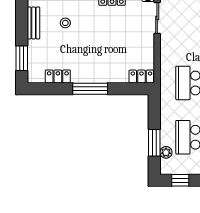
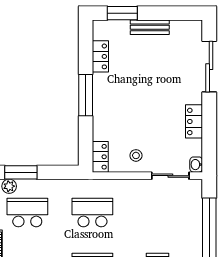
bench: (34, 23) -> (150, 27), moved
stool: (65, 23) -> (136, 155), moved

